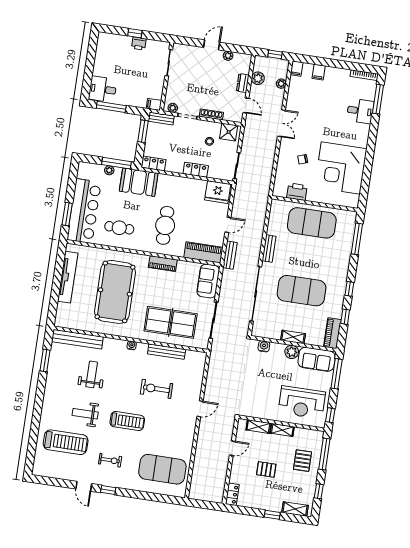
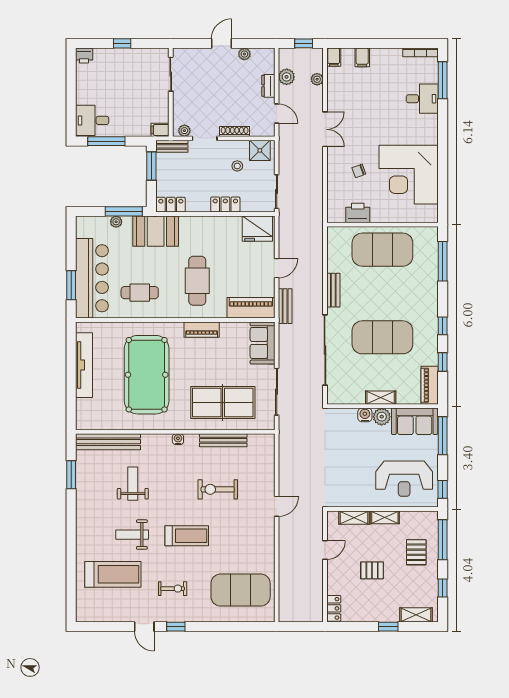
printer: (139, 43) -> (84, 56), moved
water cooler: (264, 346) -> (365, 415), moved

